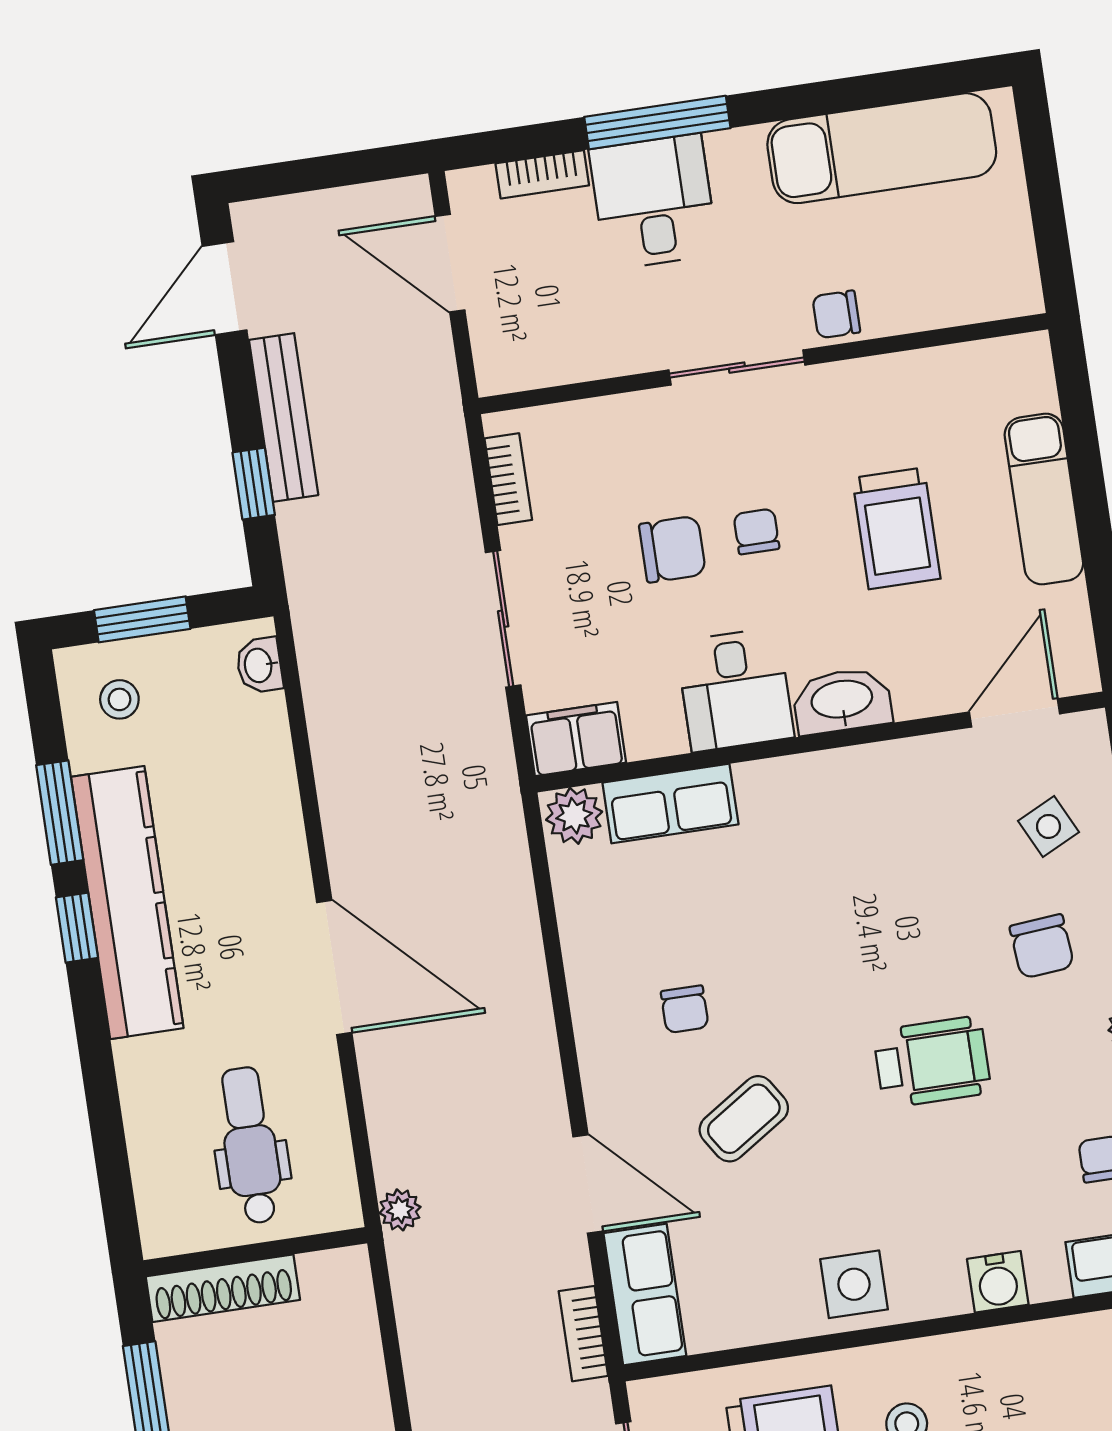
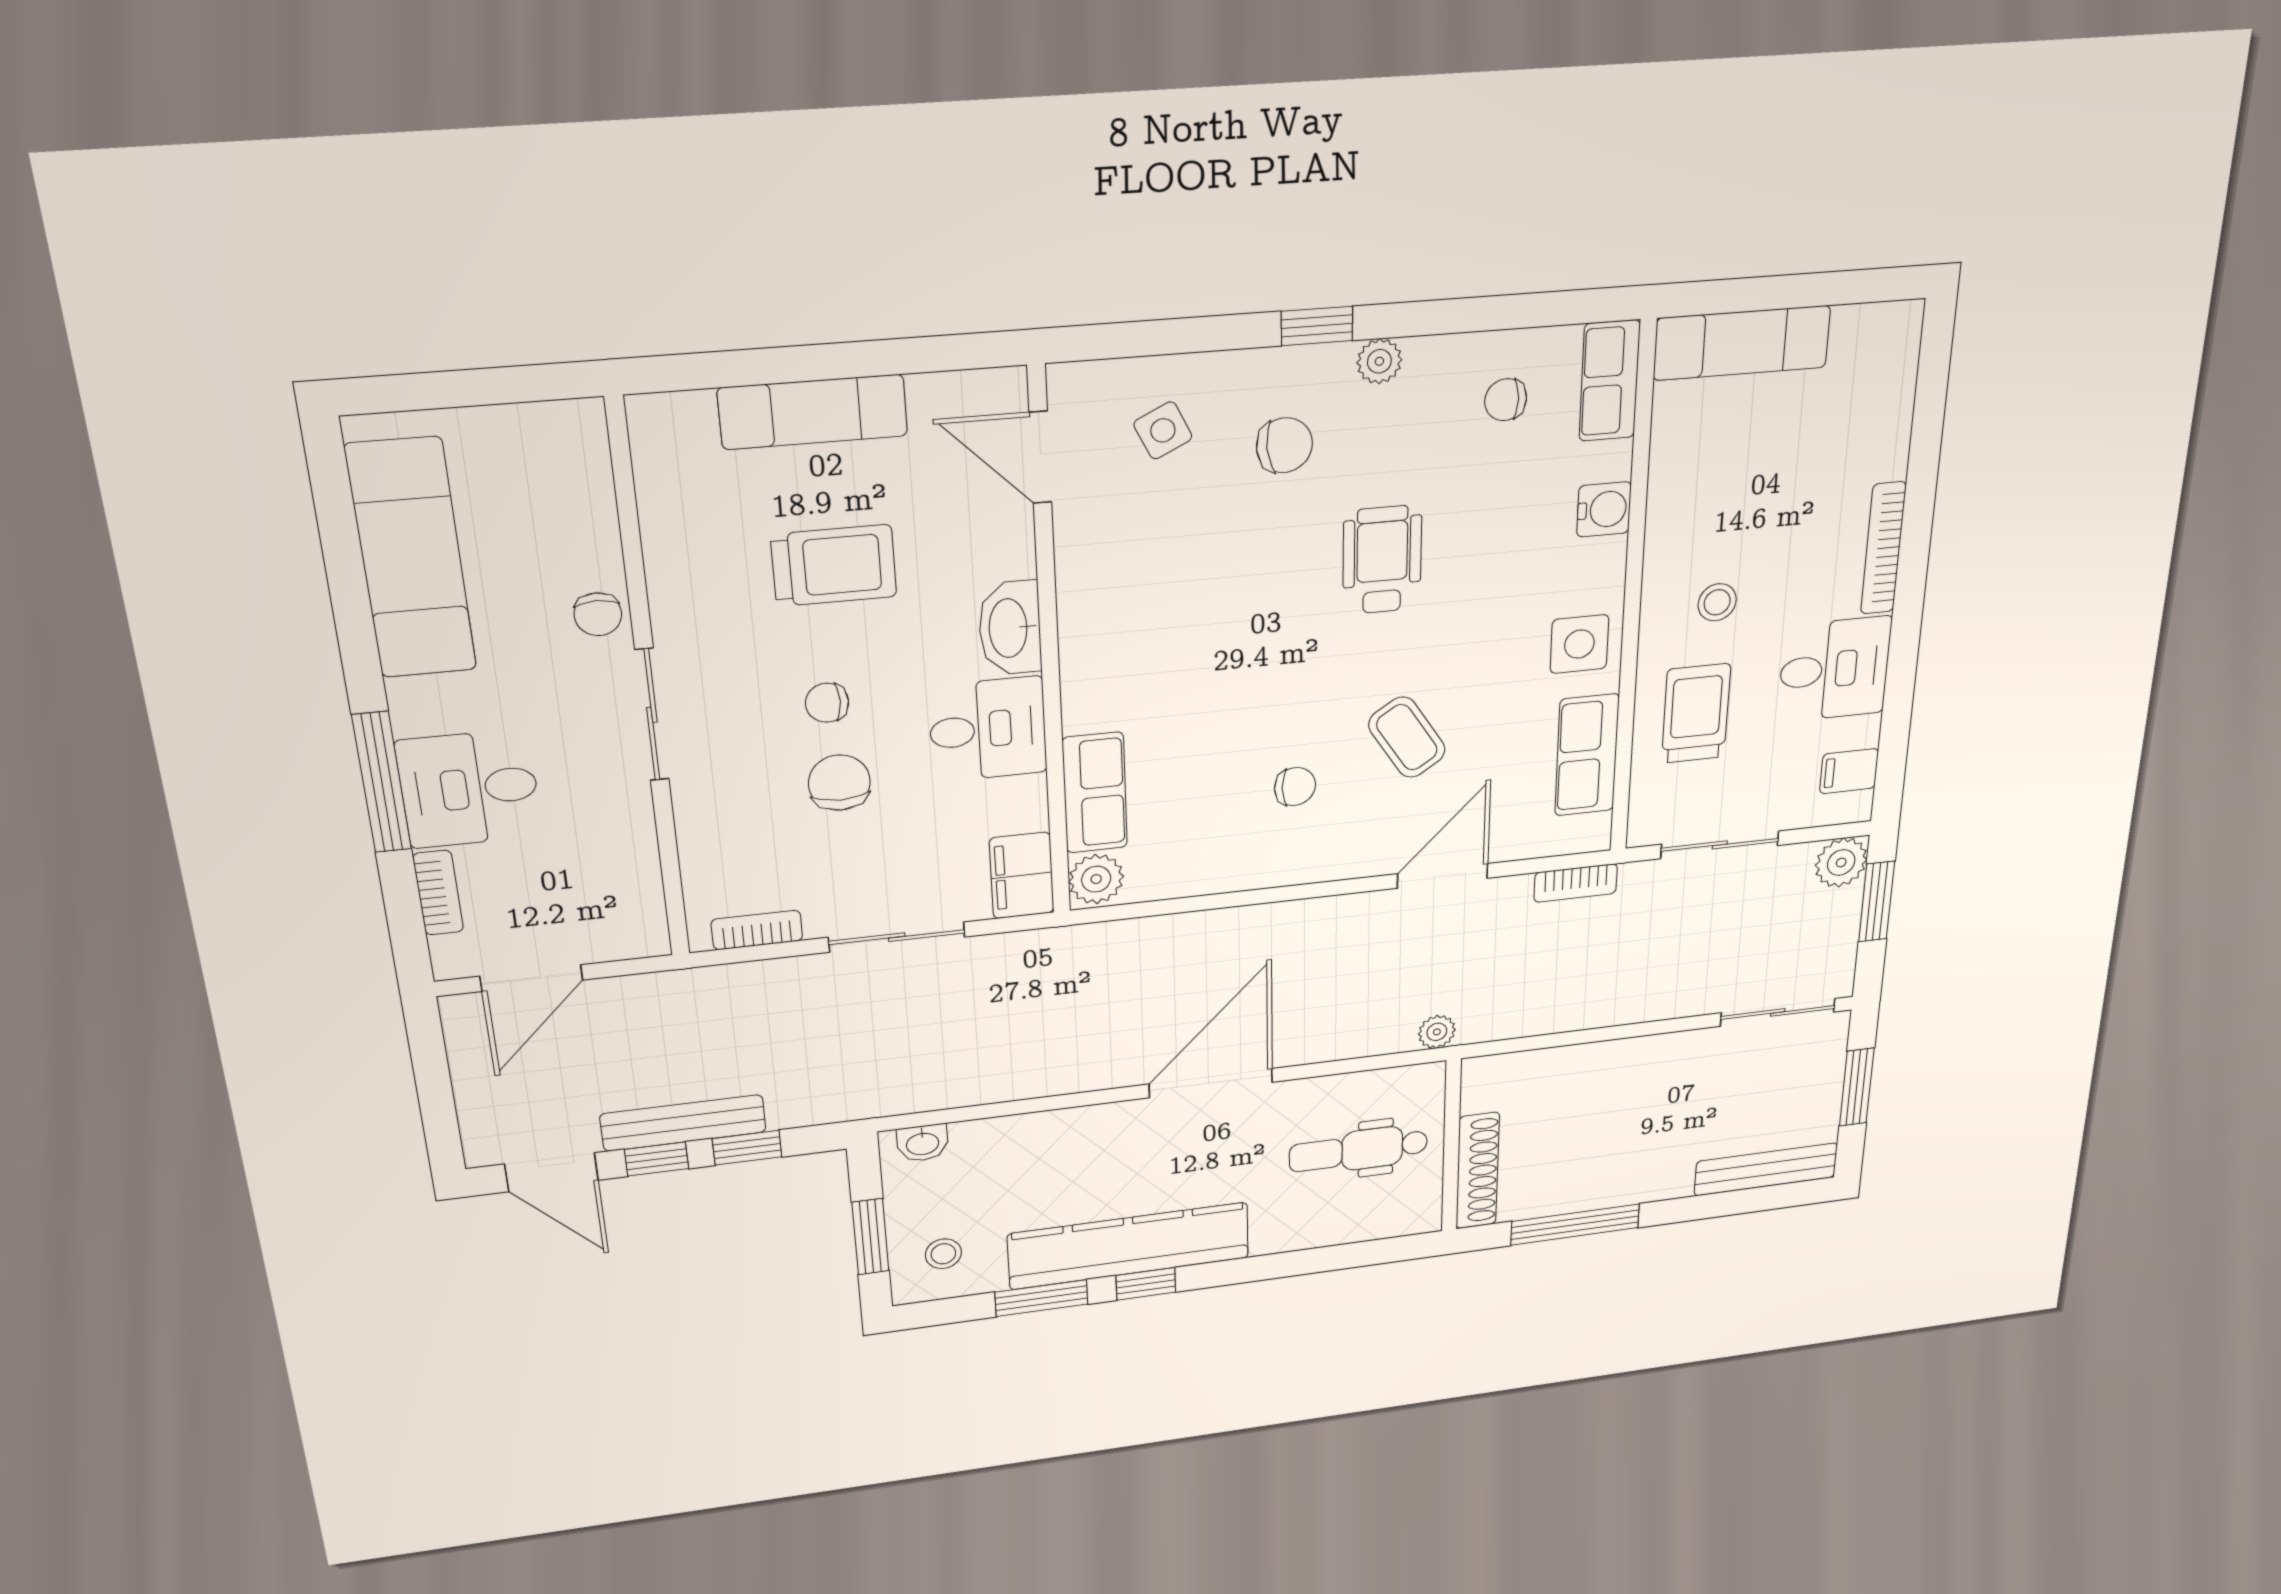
window: (240, 392) -> (657, 1159), added
row of seats: (645, 1294) -> (1587, 755), moved, turned -90

